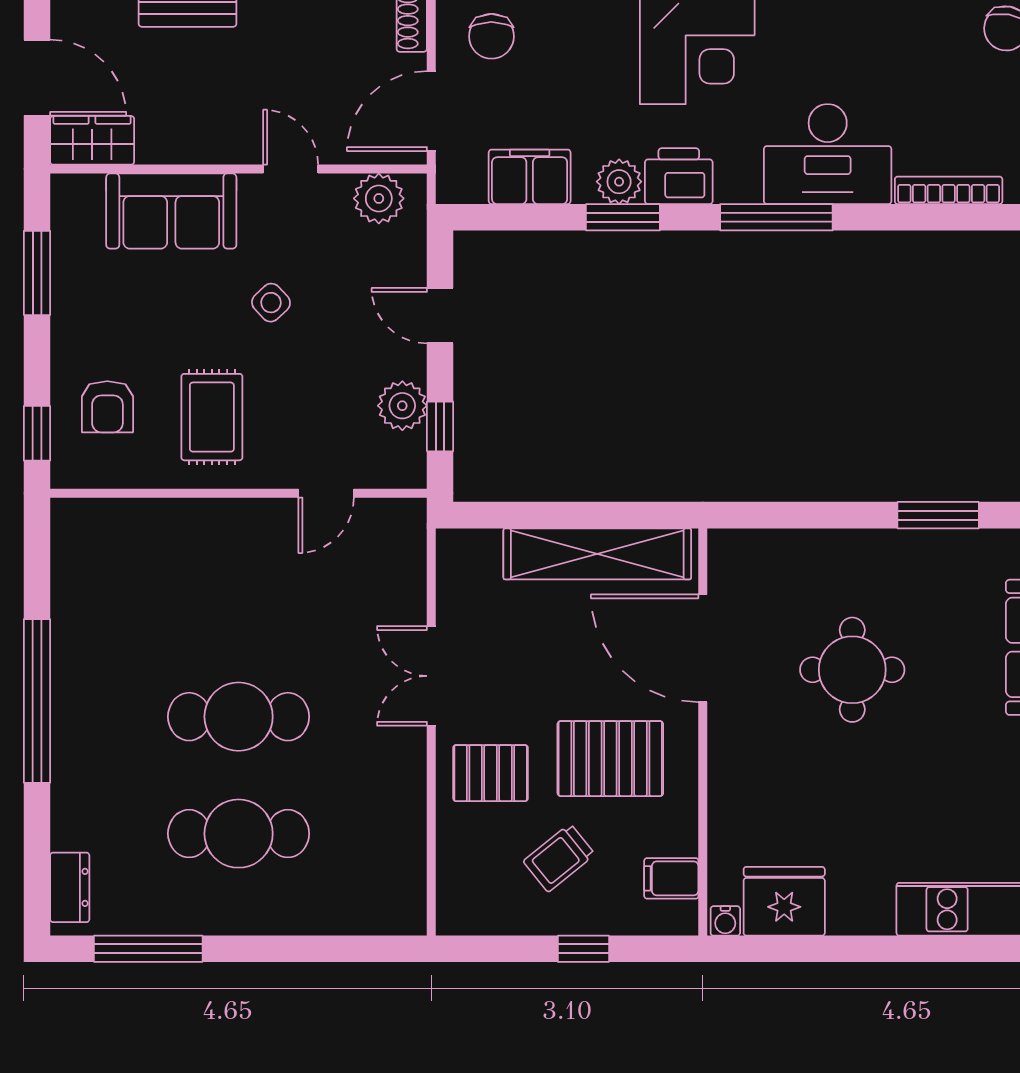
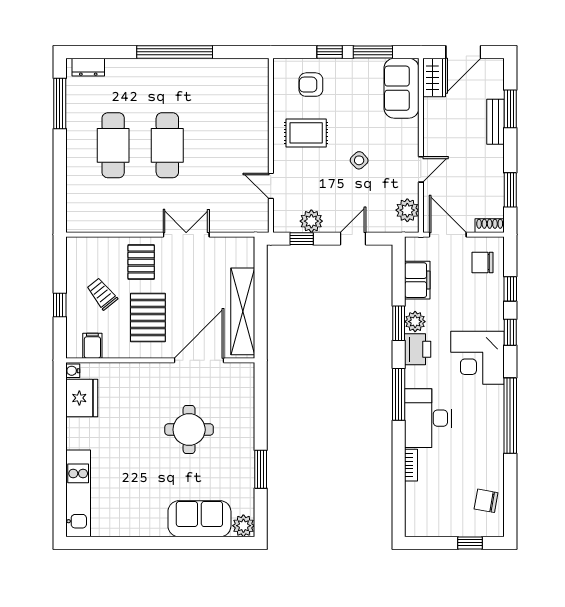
bookcase: (949, 190) -> (411, 465), width x0.64
sofa: (171, 211) -> (401, 88), moved
window: (37, 433) -> (330, 52), moved

